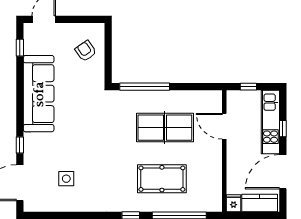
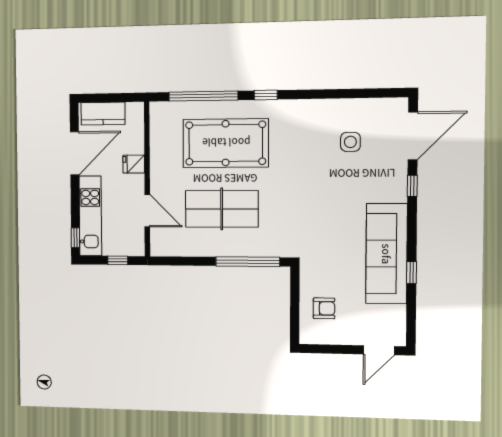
window: (20, 48) -> (411, 272), moved
armchair: (86, 51) -> (324, 308), turned -55
window: (283, 129) -> (75, 238), moved
pool table: (162, 179) -> (226, 143), width x1.36, depth x1.32
fridge: (233, 203) -> (134, 164), moved, turned 90

